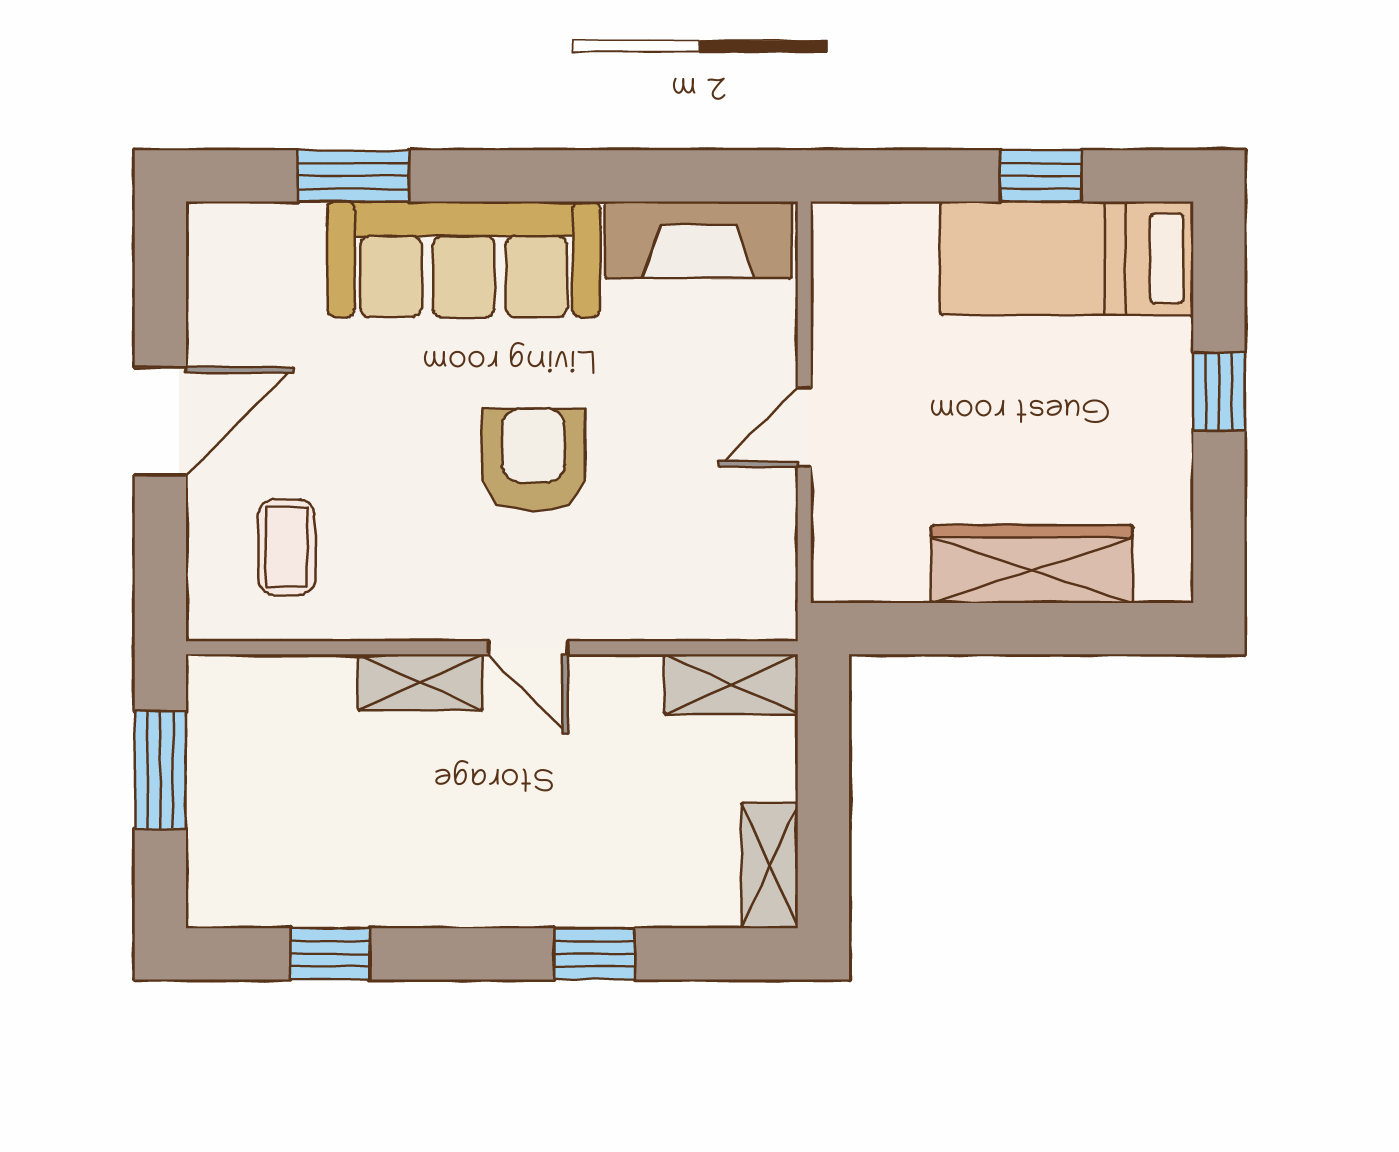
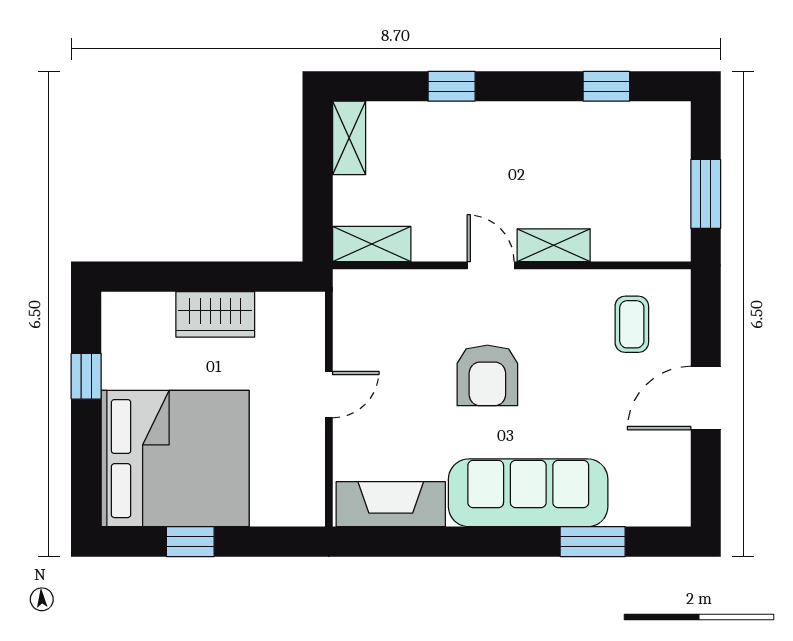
bed: (1067, 258) -> (175, 459), width x2.04
window: (1219, 392) -> (86, 376), moved
wardrobe: (1032, 564) -> (215, 314), width x0.67

